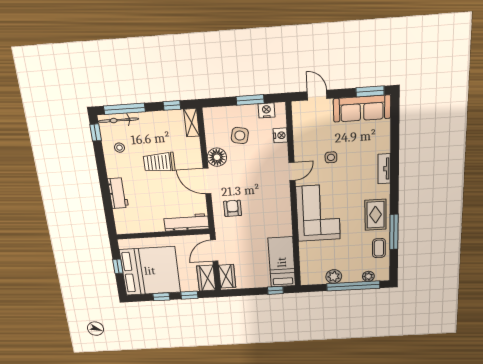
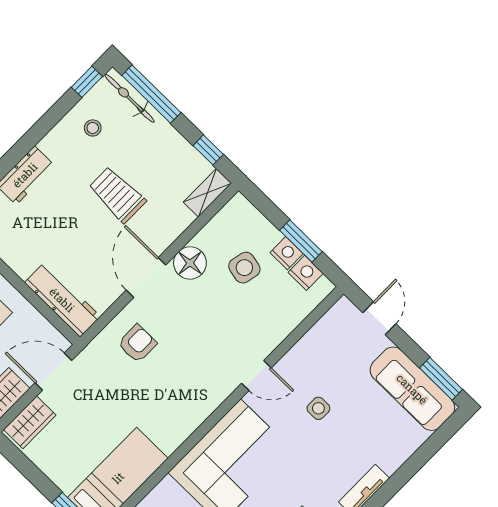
nightstand: (280, 135) -> (287, 253), moved, turned -90

